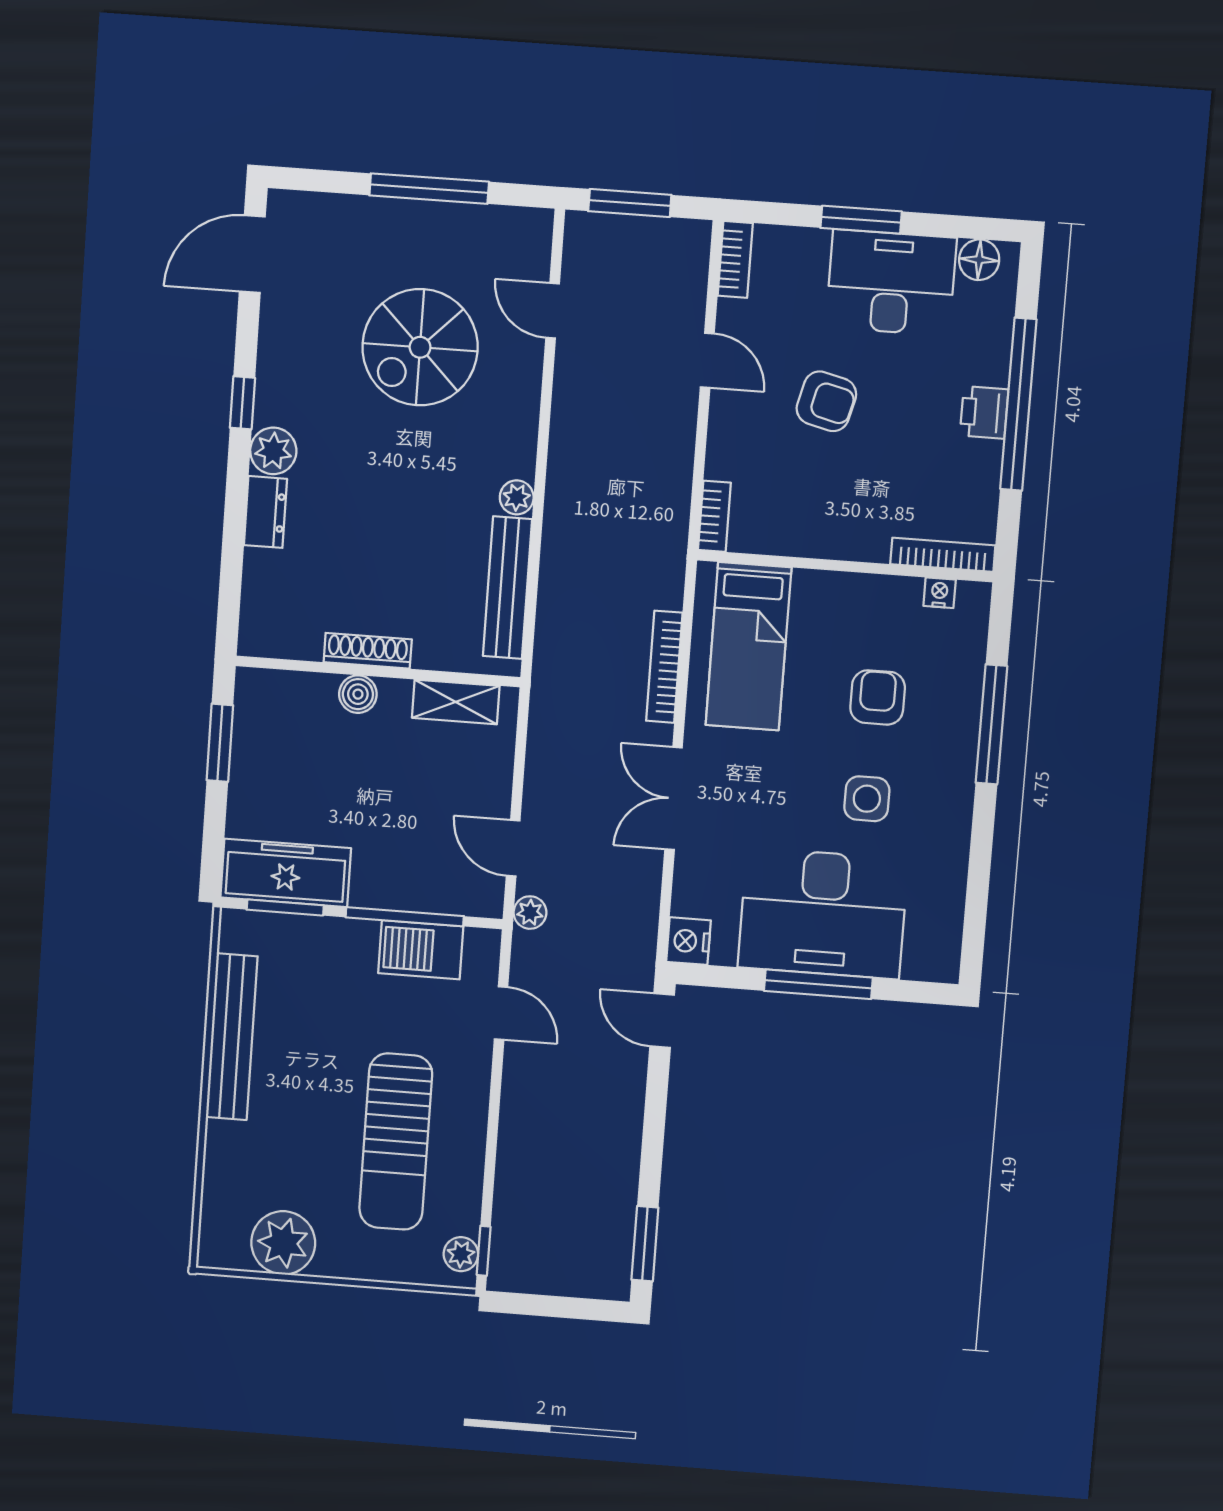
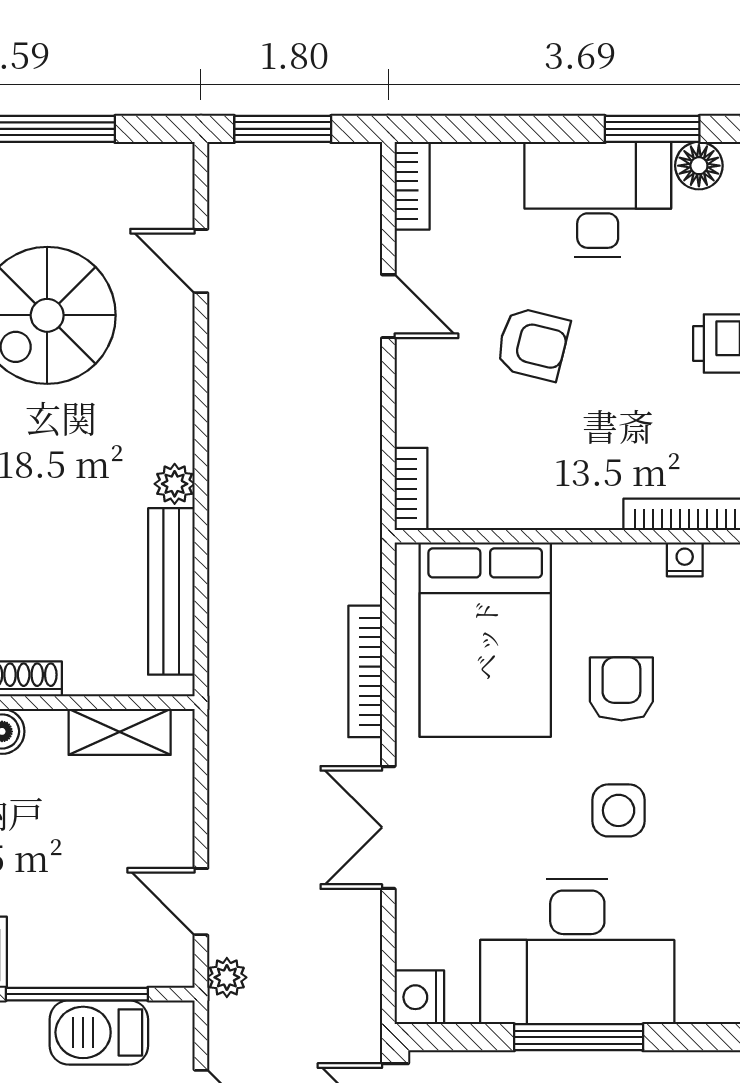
window: (861, 220) -> (652, 129), moved
bed: (748, 646) -> (485, 640), width x1.50

